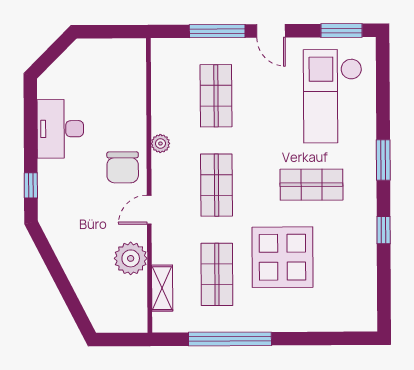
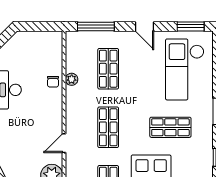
window: (217, 31) -> (96, 26), moved
plant: (160, 144) -> (72, 79), moved
chair: (123, 167) -> (53, 82), moved, width x0.54, depth x0.54

